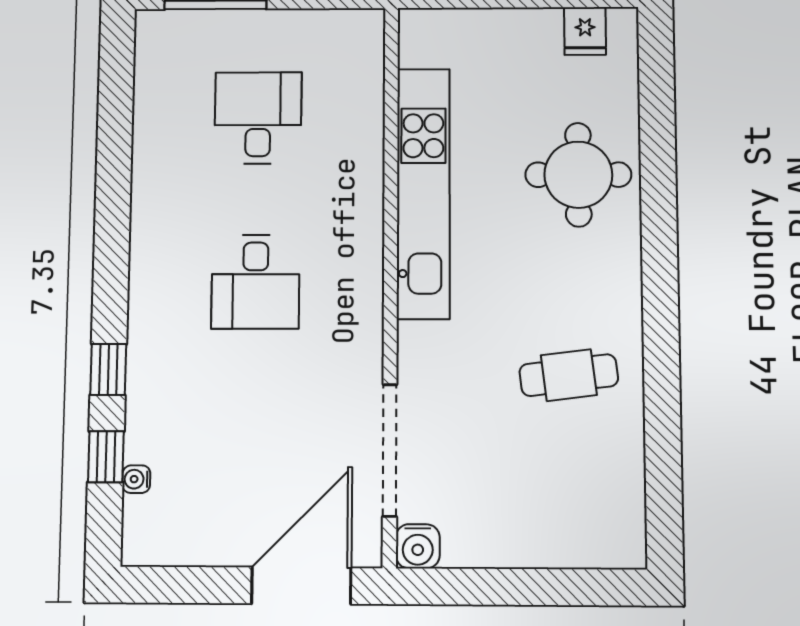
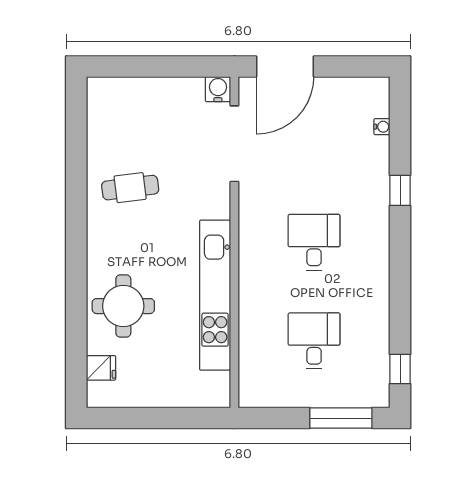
fridge: (585, 31) -> (101, 368), moved, turned 90
desk: (258, 118) -> (314, 341), turned 180
window: (106, 457) -> (400, 369), moved

